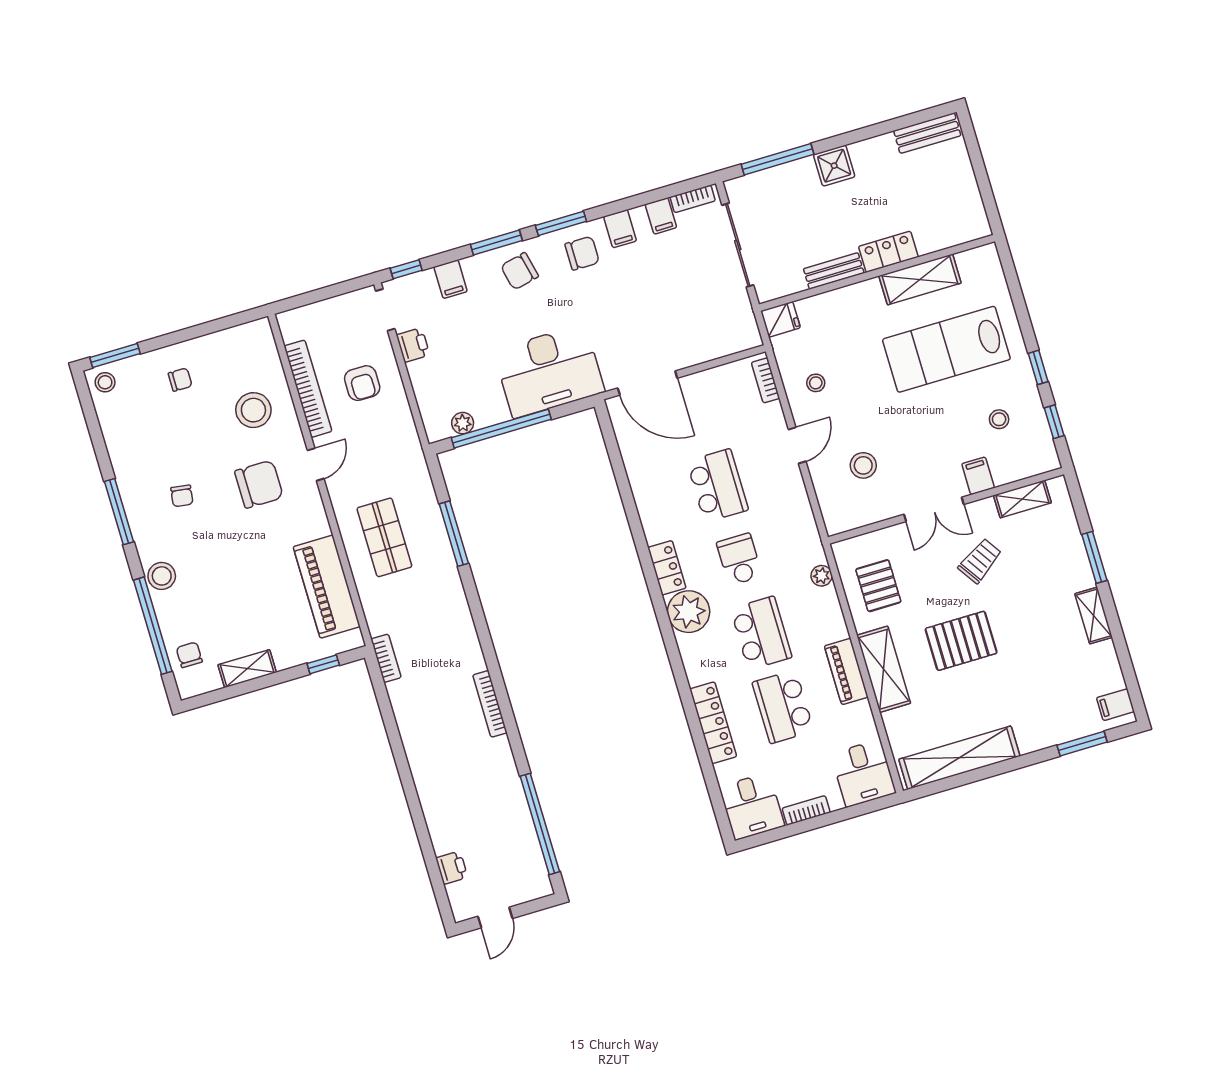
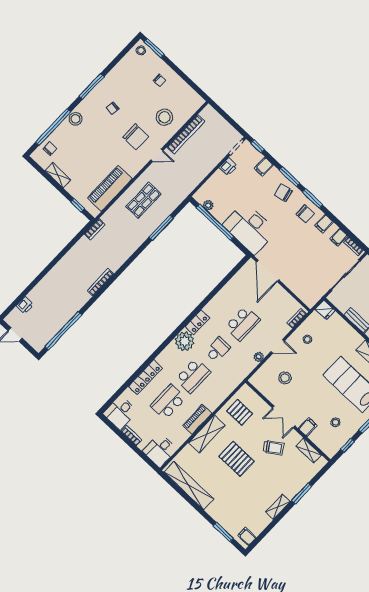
armchair: (362, 383) -> (201, 155), removed
plant: (822, 576) -> (259, 357), moved
pallet: (878, 586) -> (240, 412), turned 90

